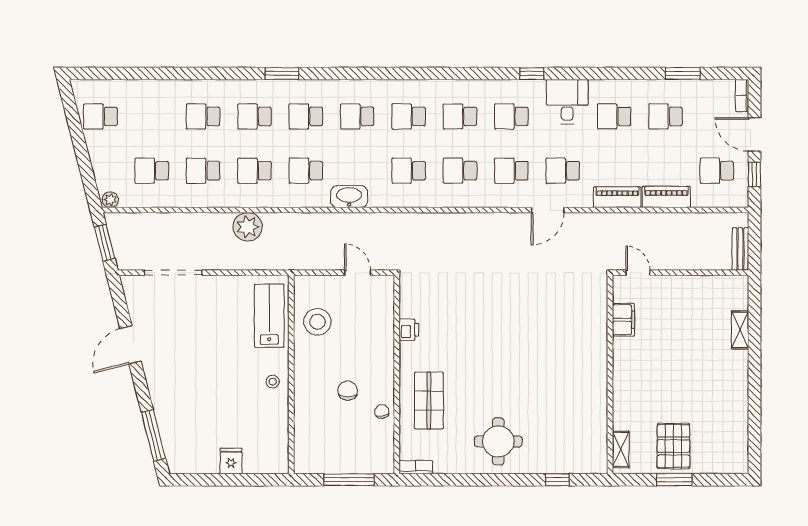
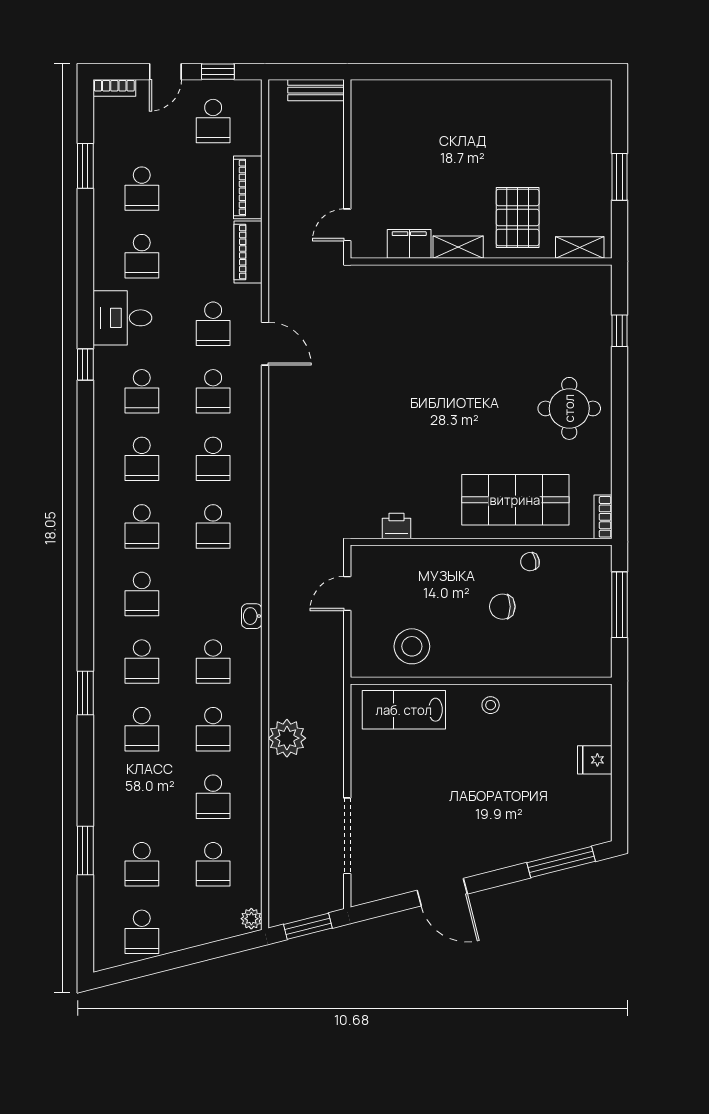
window: (162, 74) -> (85, 851), added
school desk: (203, 116) -> (142, 864), moved
door: (754, 134) -> (165, 72), width x0.73
washbasin: (349, 197) -> (252, 616), width x0.52, depth x0.69
printer: (409, 330) -> (397, 526), moved
shelving: (740, 330) -> (458, 247), moved
shop shelf: (429, 401) -> (515, 500), width x1.43, depth x1.36
pallet: (673, 446) -> (518, 218), moved, turned 90

